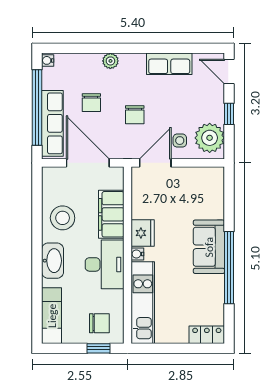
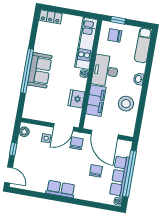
plant: (110, 61) -> (80, 194), removed
row of seats: (169, 64) -> (61, 189), moved
chair: (135, 115) -> (76, 143), moved
row of seats: (52, 123) -> (120, 176), moved
plant: (210, 138) -> (24, 132), width x0.53, depth x0.53
fridge: (143, 233) -> (76, 99), moved
washbasin: (53, 261) -> (139, 79), width x0.52, depth x0.69
window: (229, 268) -> (27, 71), moved

